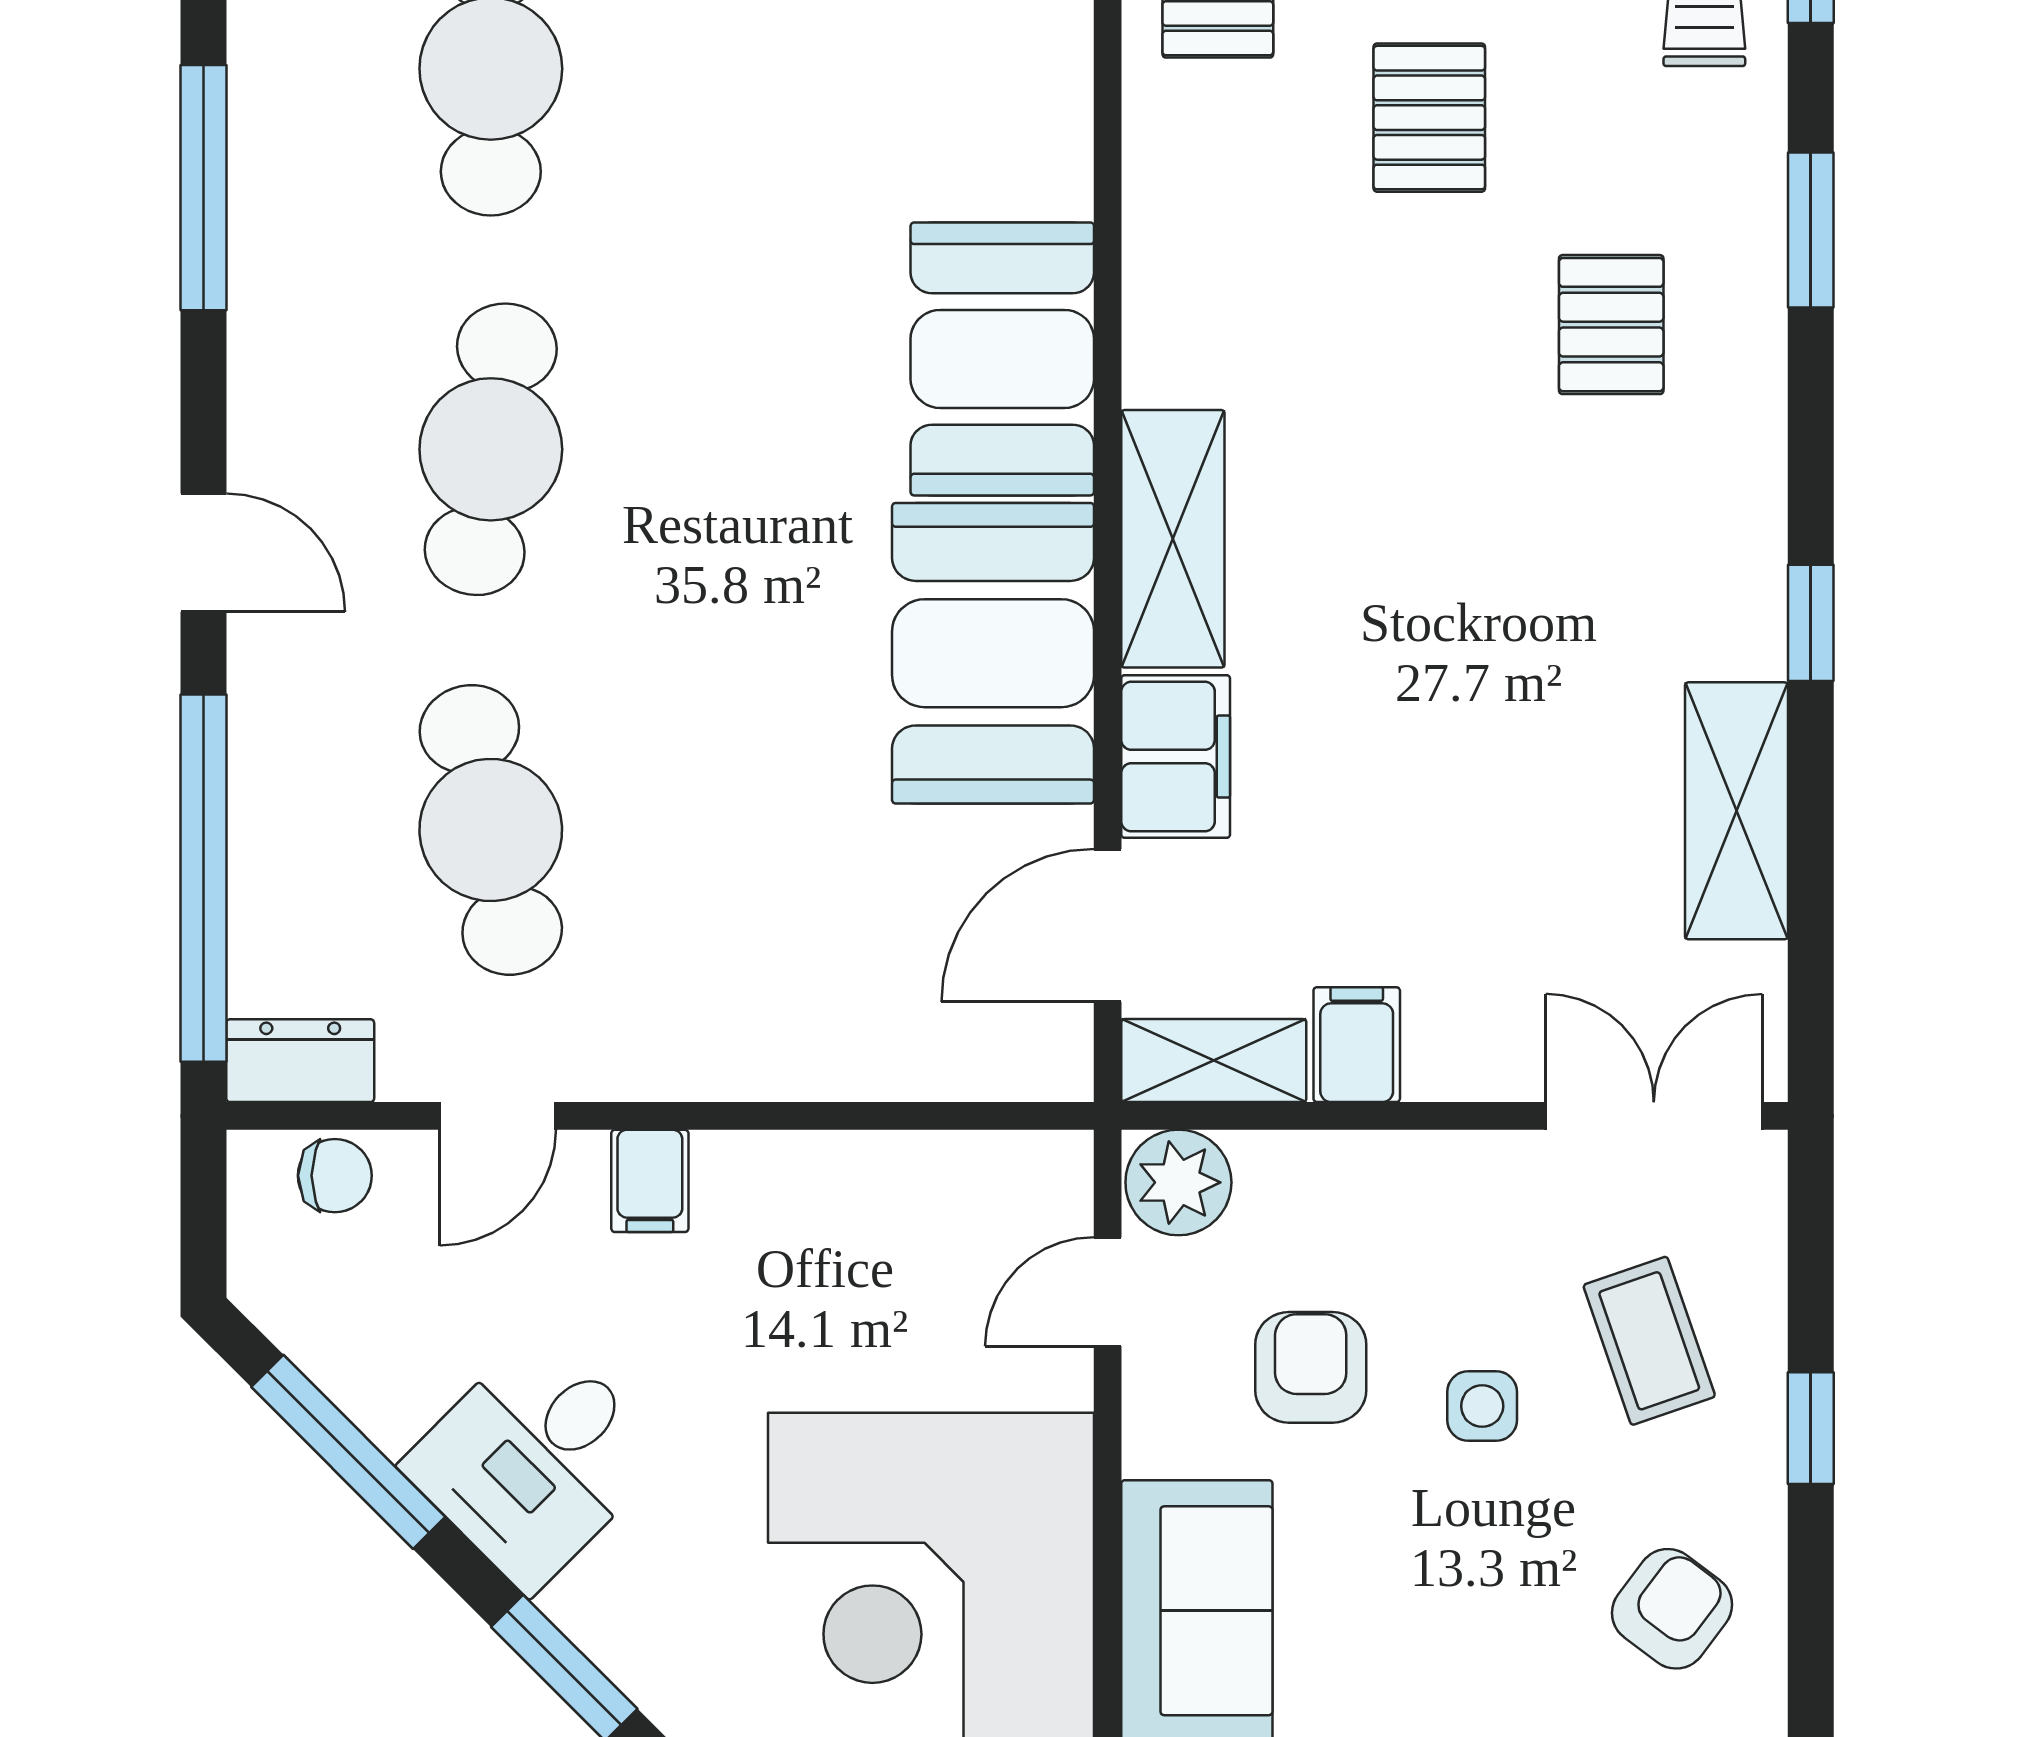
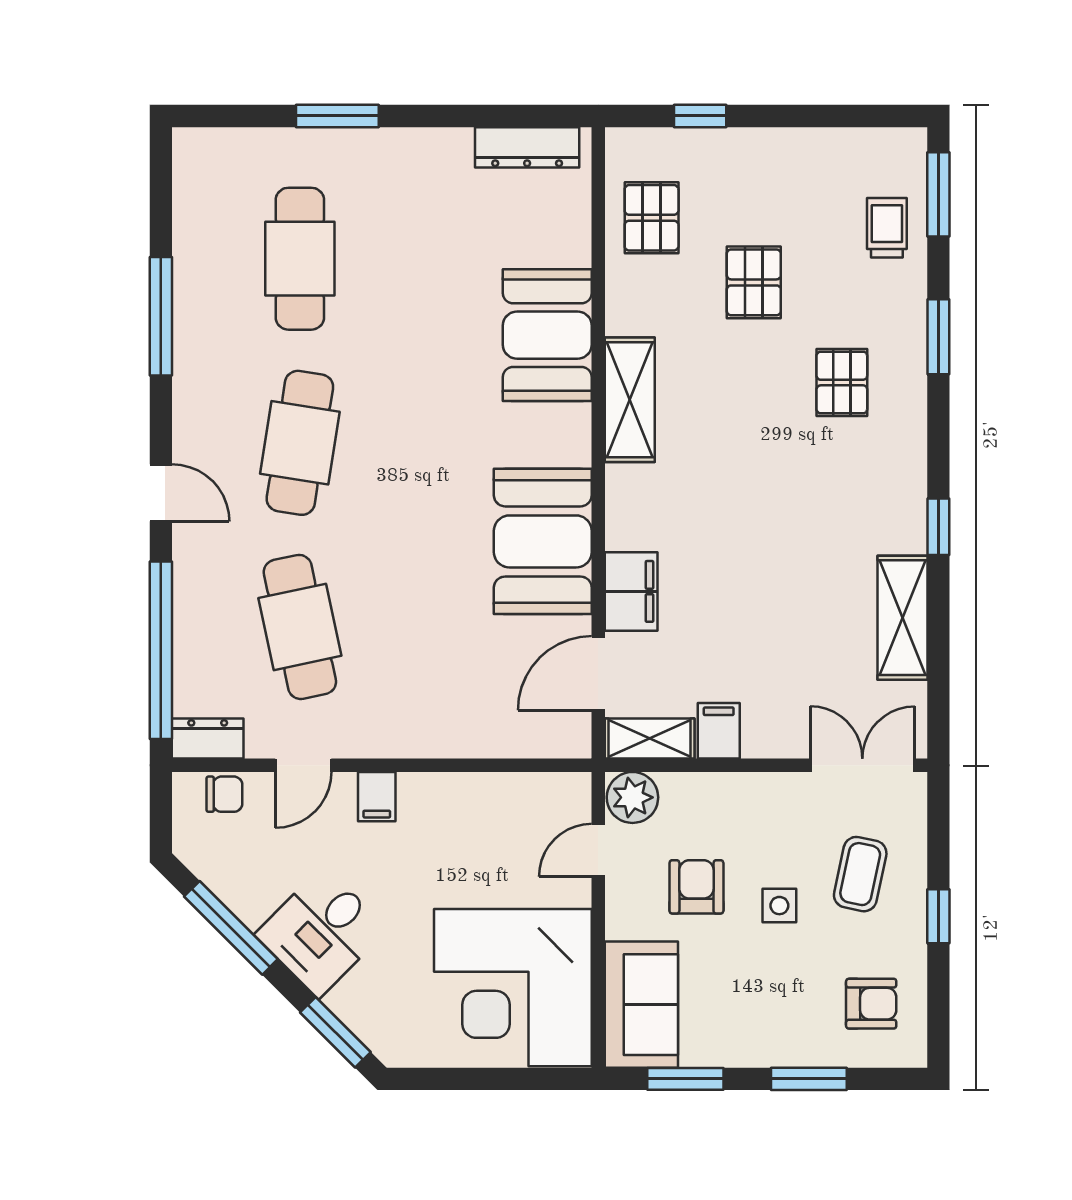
booth: (1002, 359) -> (547, 335), moved
shelving: (1173, 539) -> (630, 400), moved
coffee table: (1649, 1341) -> (860, 874), turned 31
armchair: (1672, 1609) -> (871, 1004), turned 53

